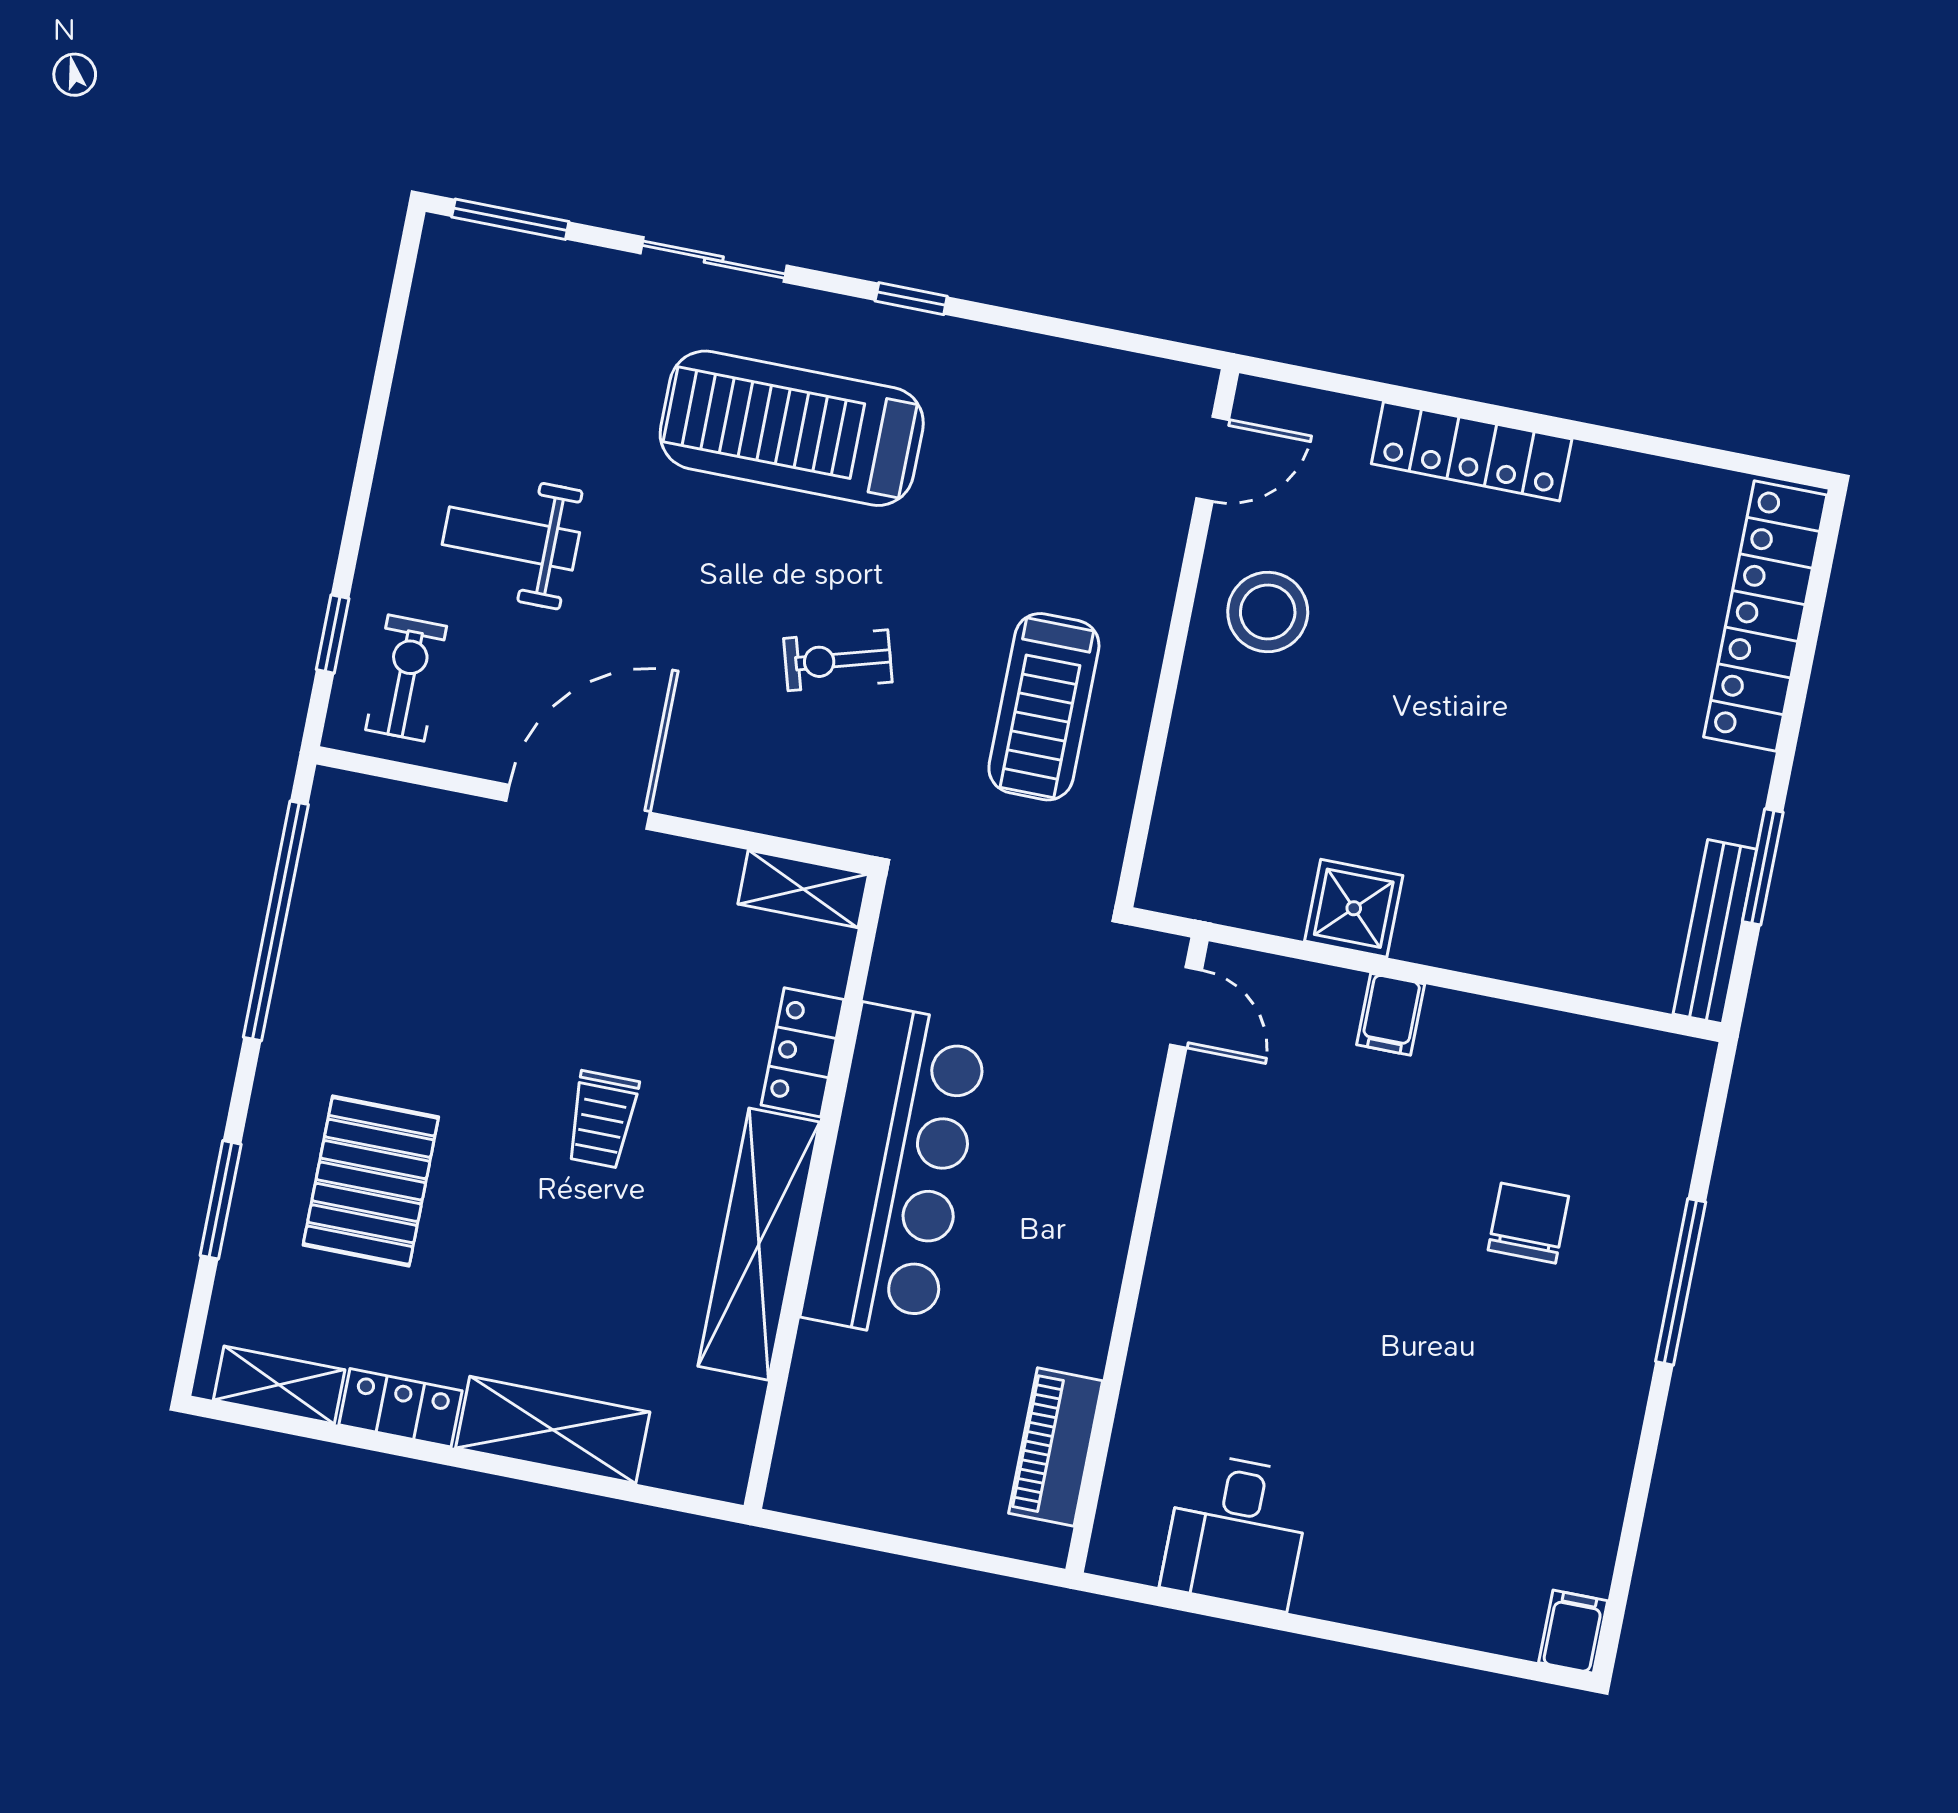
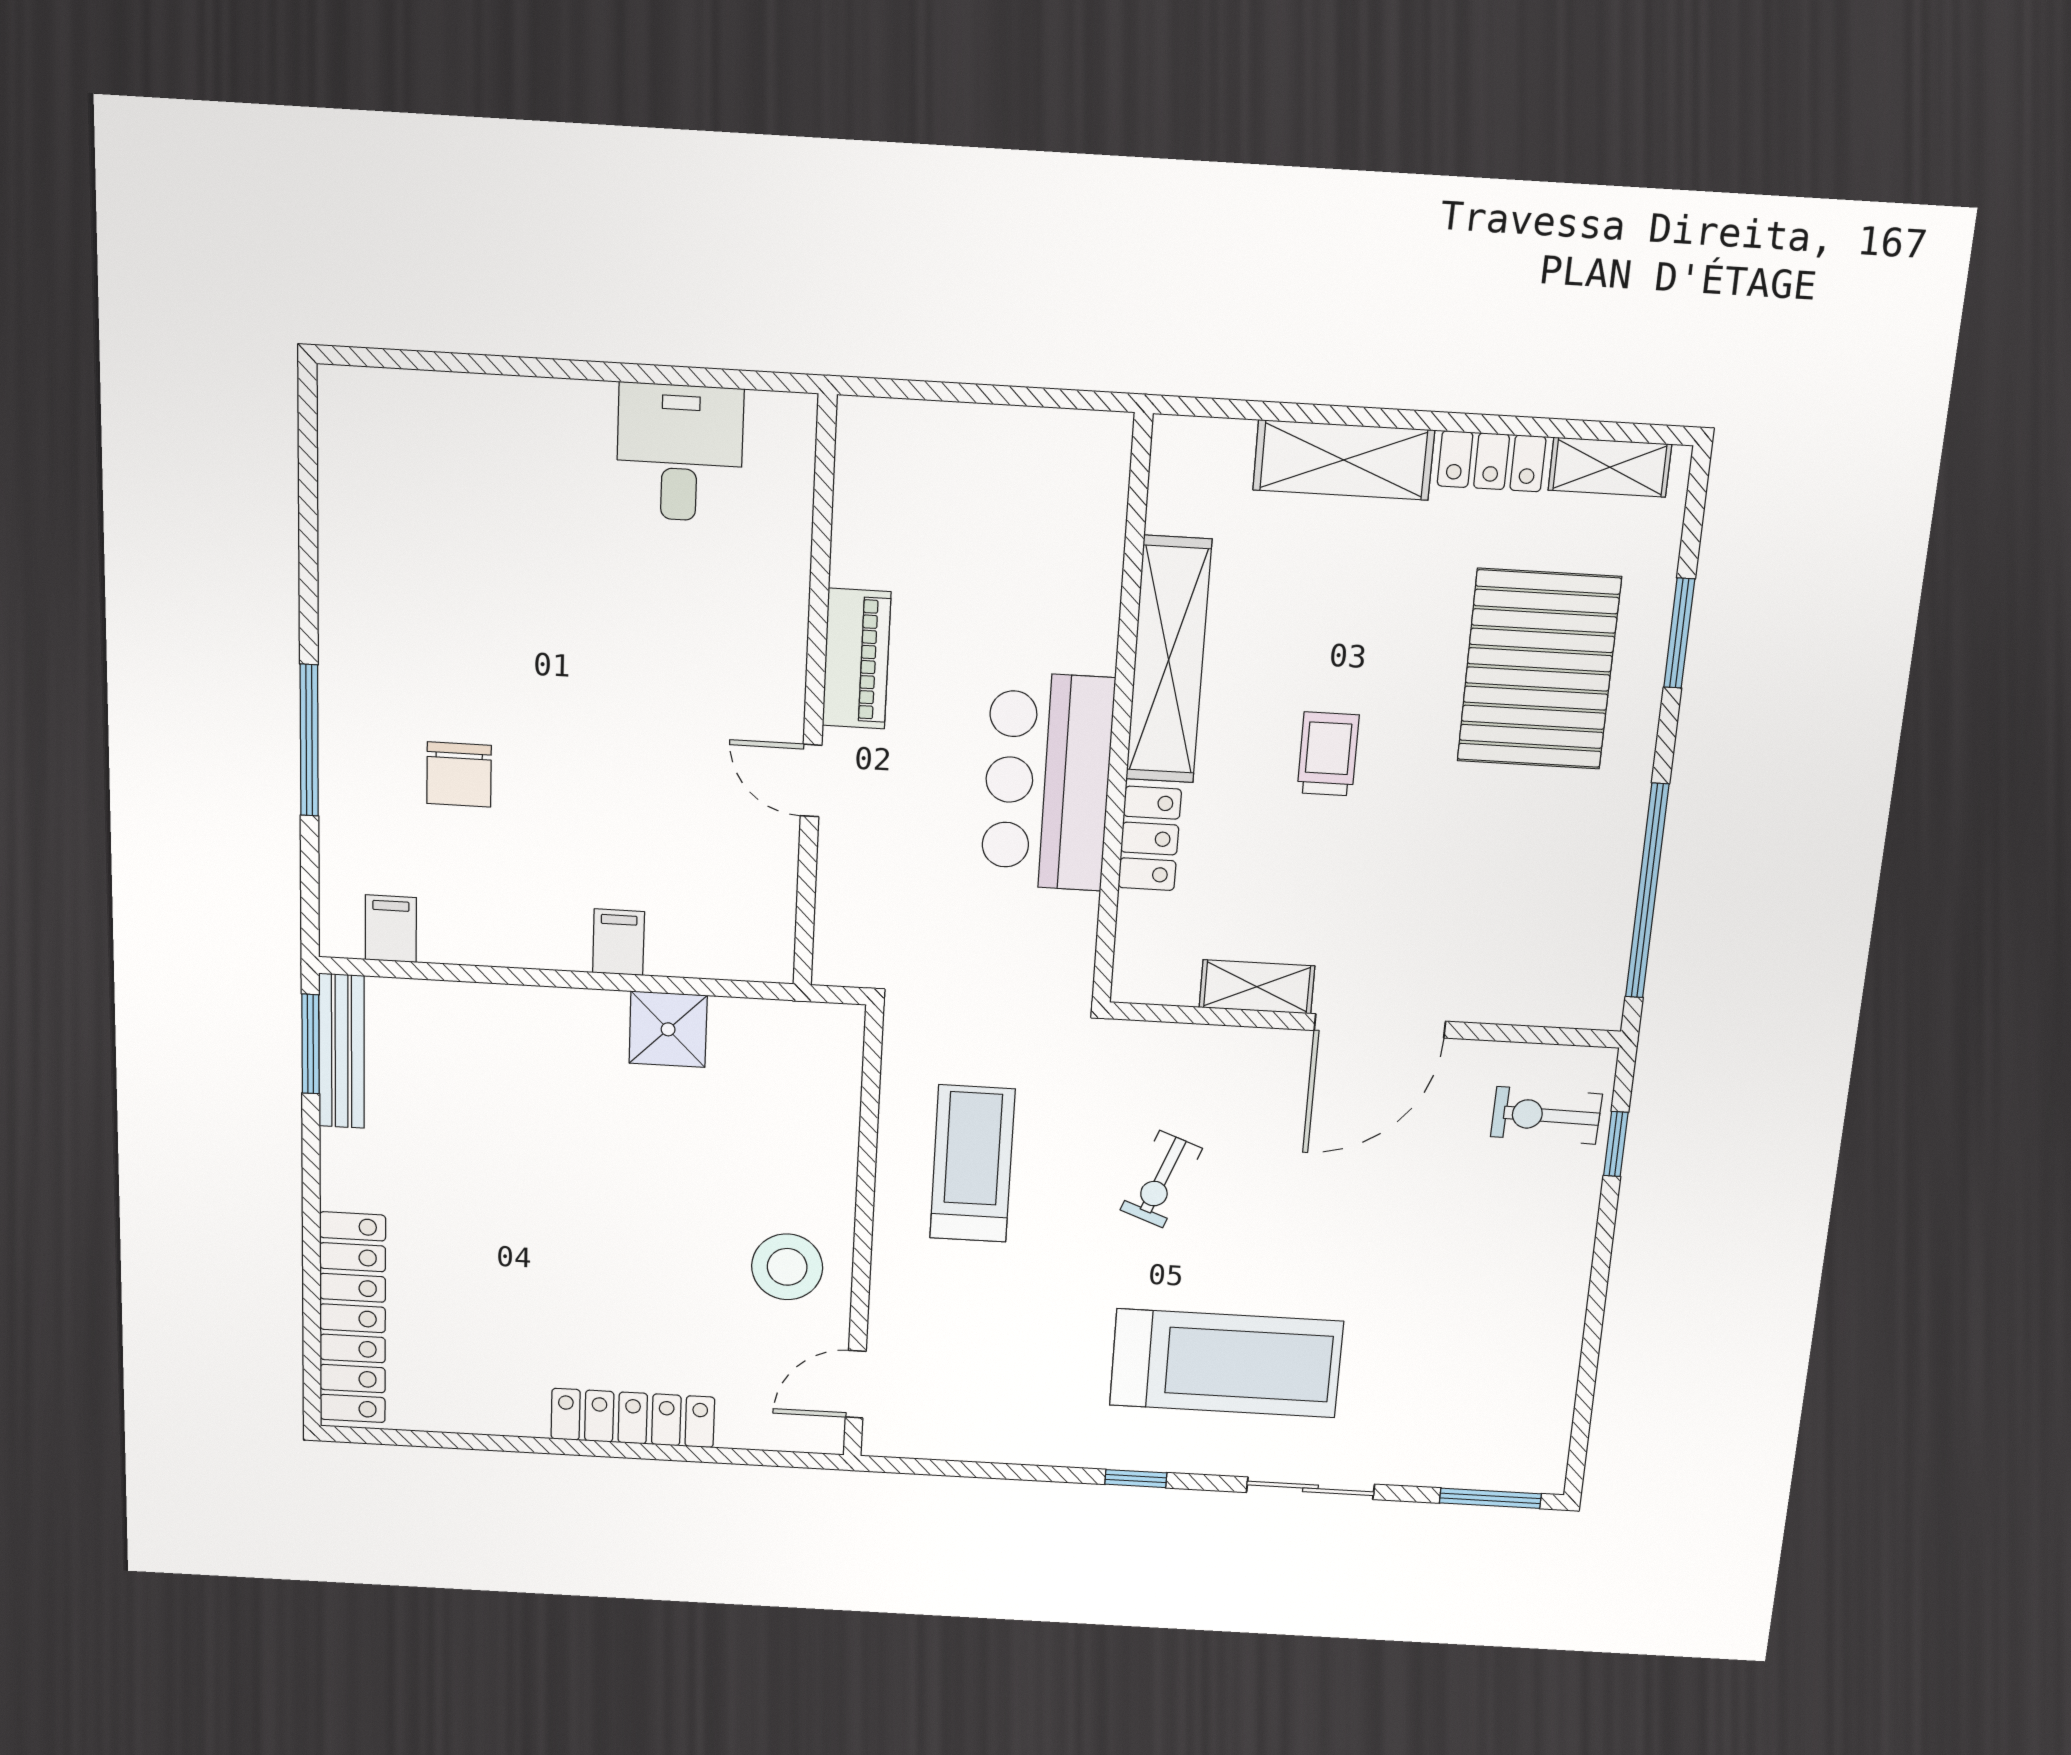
weight bench: (511, 538) -> (1464, 1243), removed
exercise bike: (838, 660) -> (1161, 1179), turned 127
exercise bike: (406, 678) -> (1546, 1115), turned 91
window: (1763, 867) -> (310, 1044), moved
shelving: (803, 889) -> (1257, 987), moved
door: (1186, 1007) -> (811, 780), moved
bar counter: (895, 1172) -> (1047, 782), width x0.73
pallet: (371, 1181) -> (1539, 669), width x1.37, depth x1.41
piano: (1056, 1447) -> (856, 659), moved
filing cabinet: (1573, 1632) -> (391, 929), moved, turned 180

